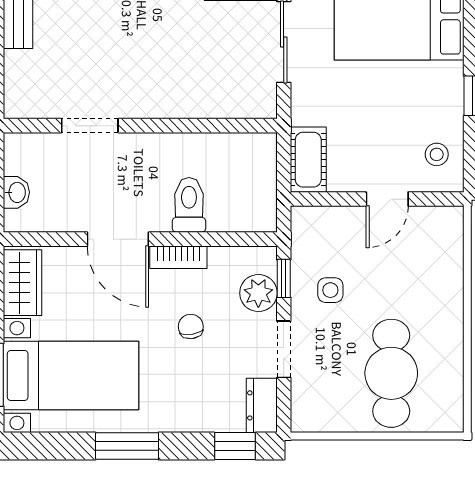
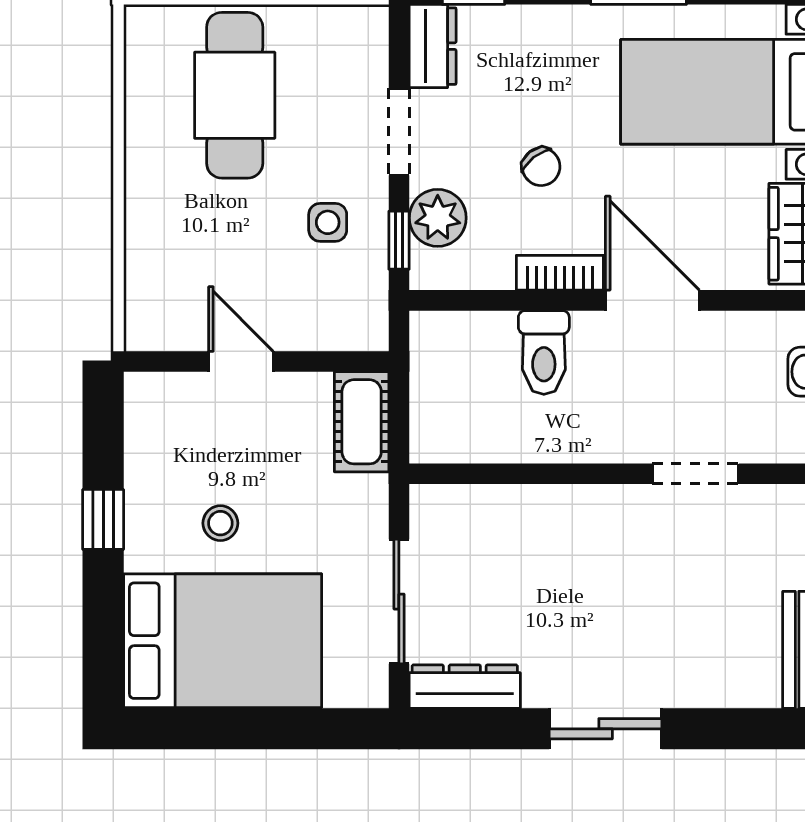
stool: (437, 154) -> (220, 523), moved
door: (387, 199) -> (241, 362), hinge flipped
chair: (191, 326) -> (541, 167), turned -30

